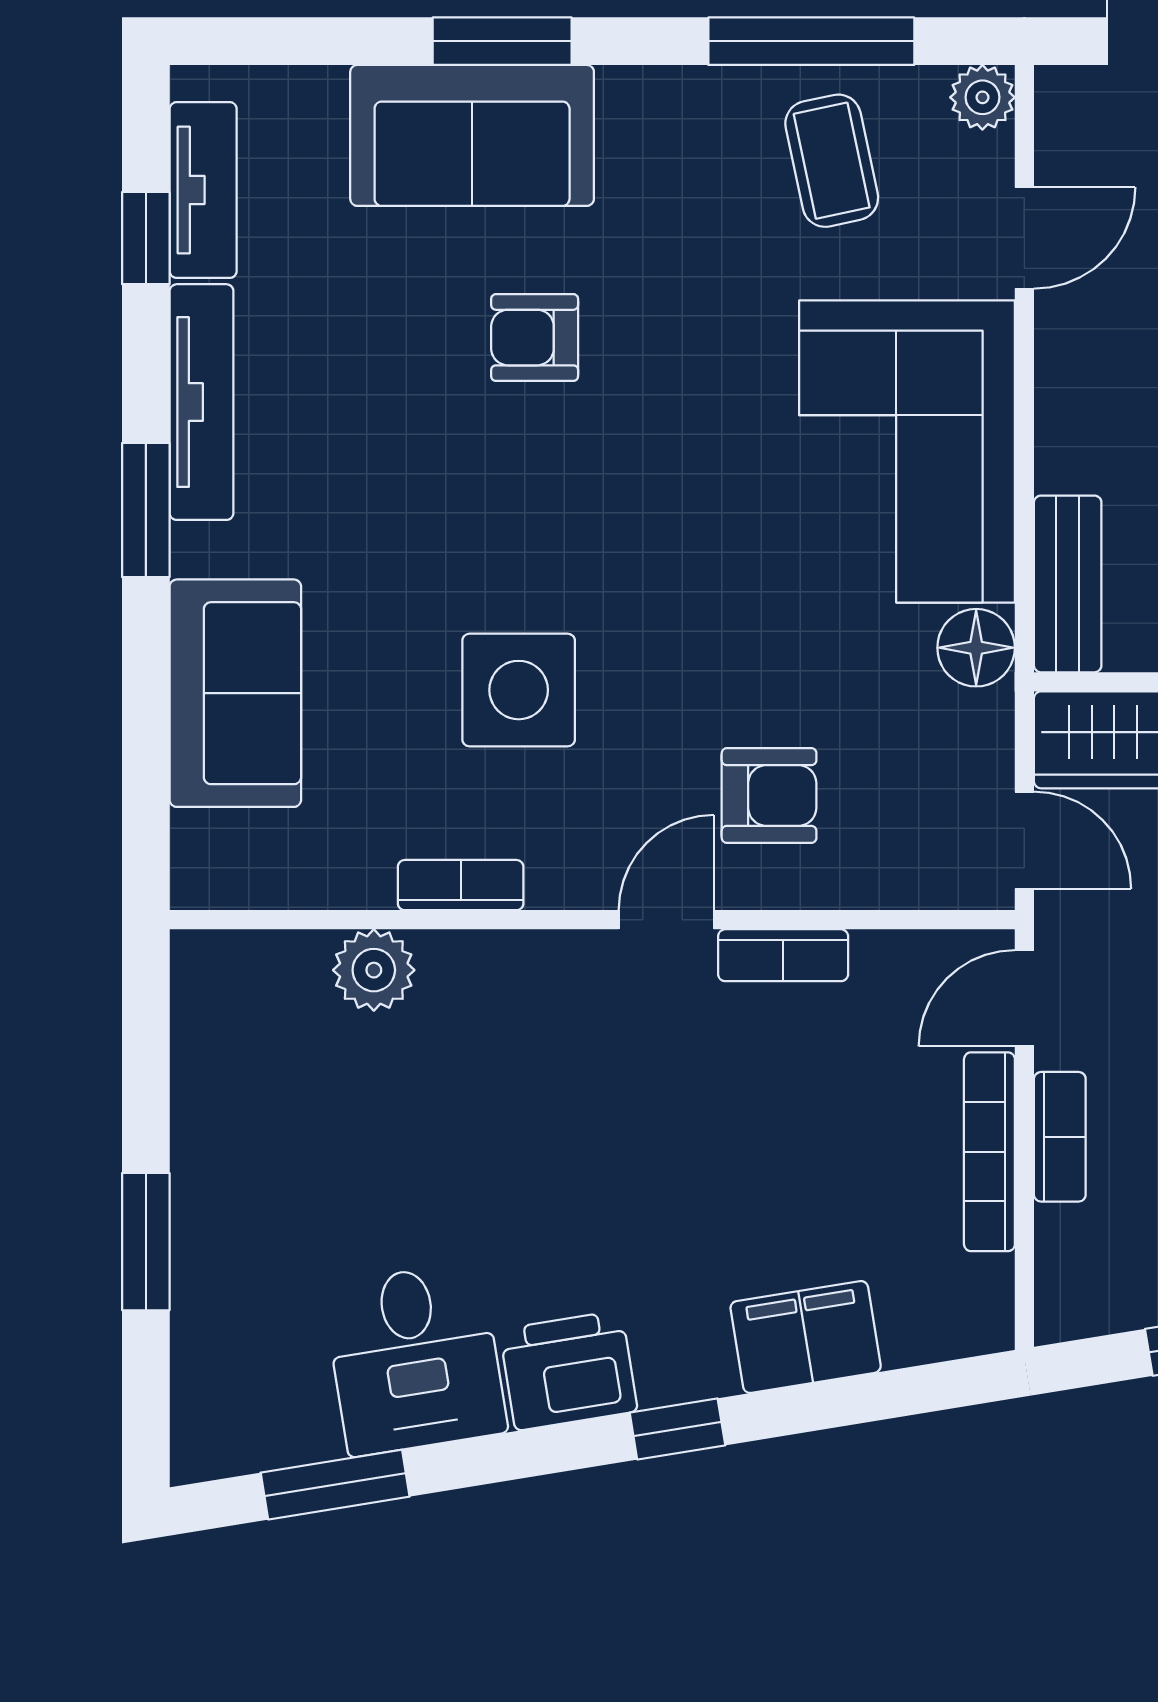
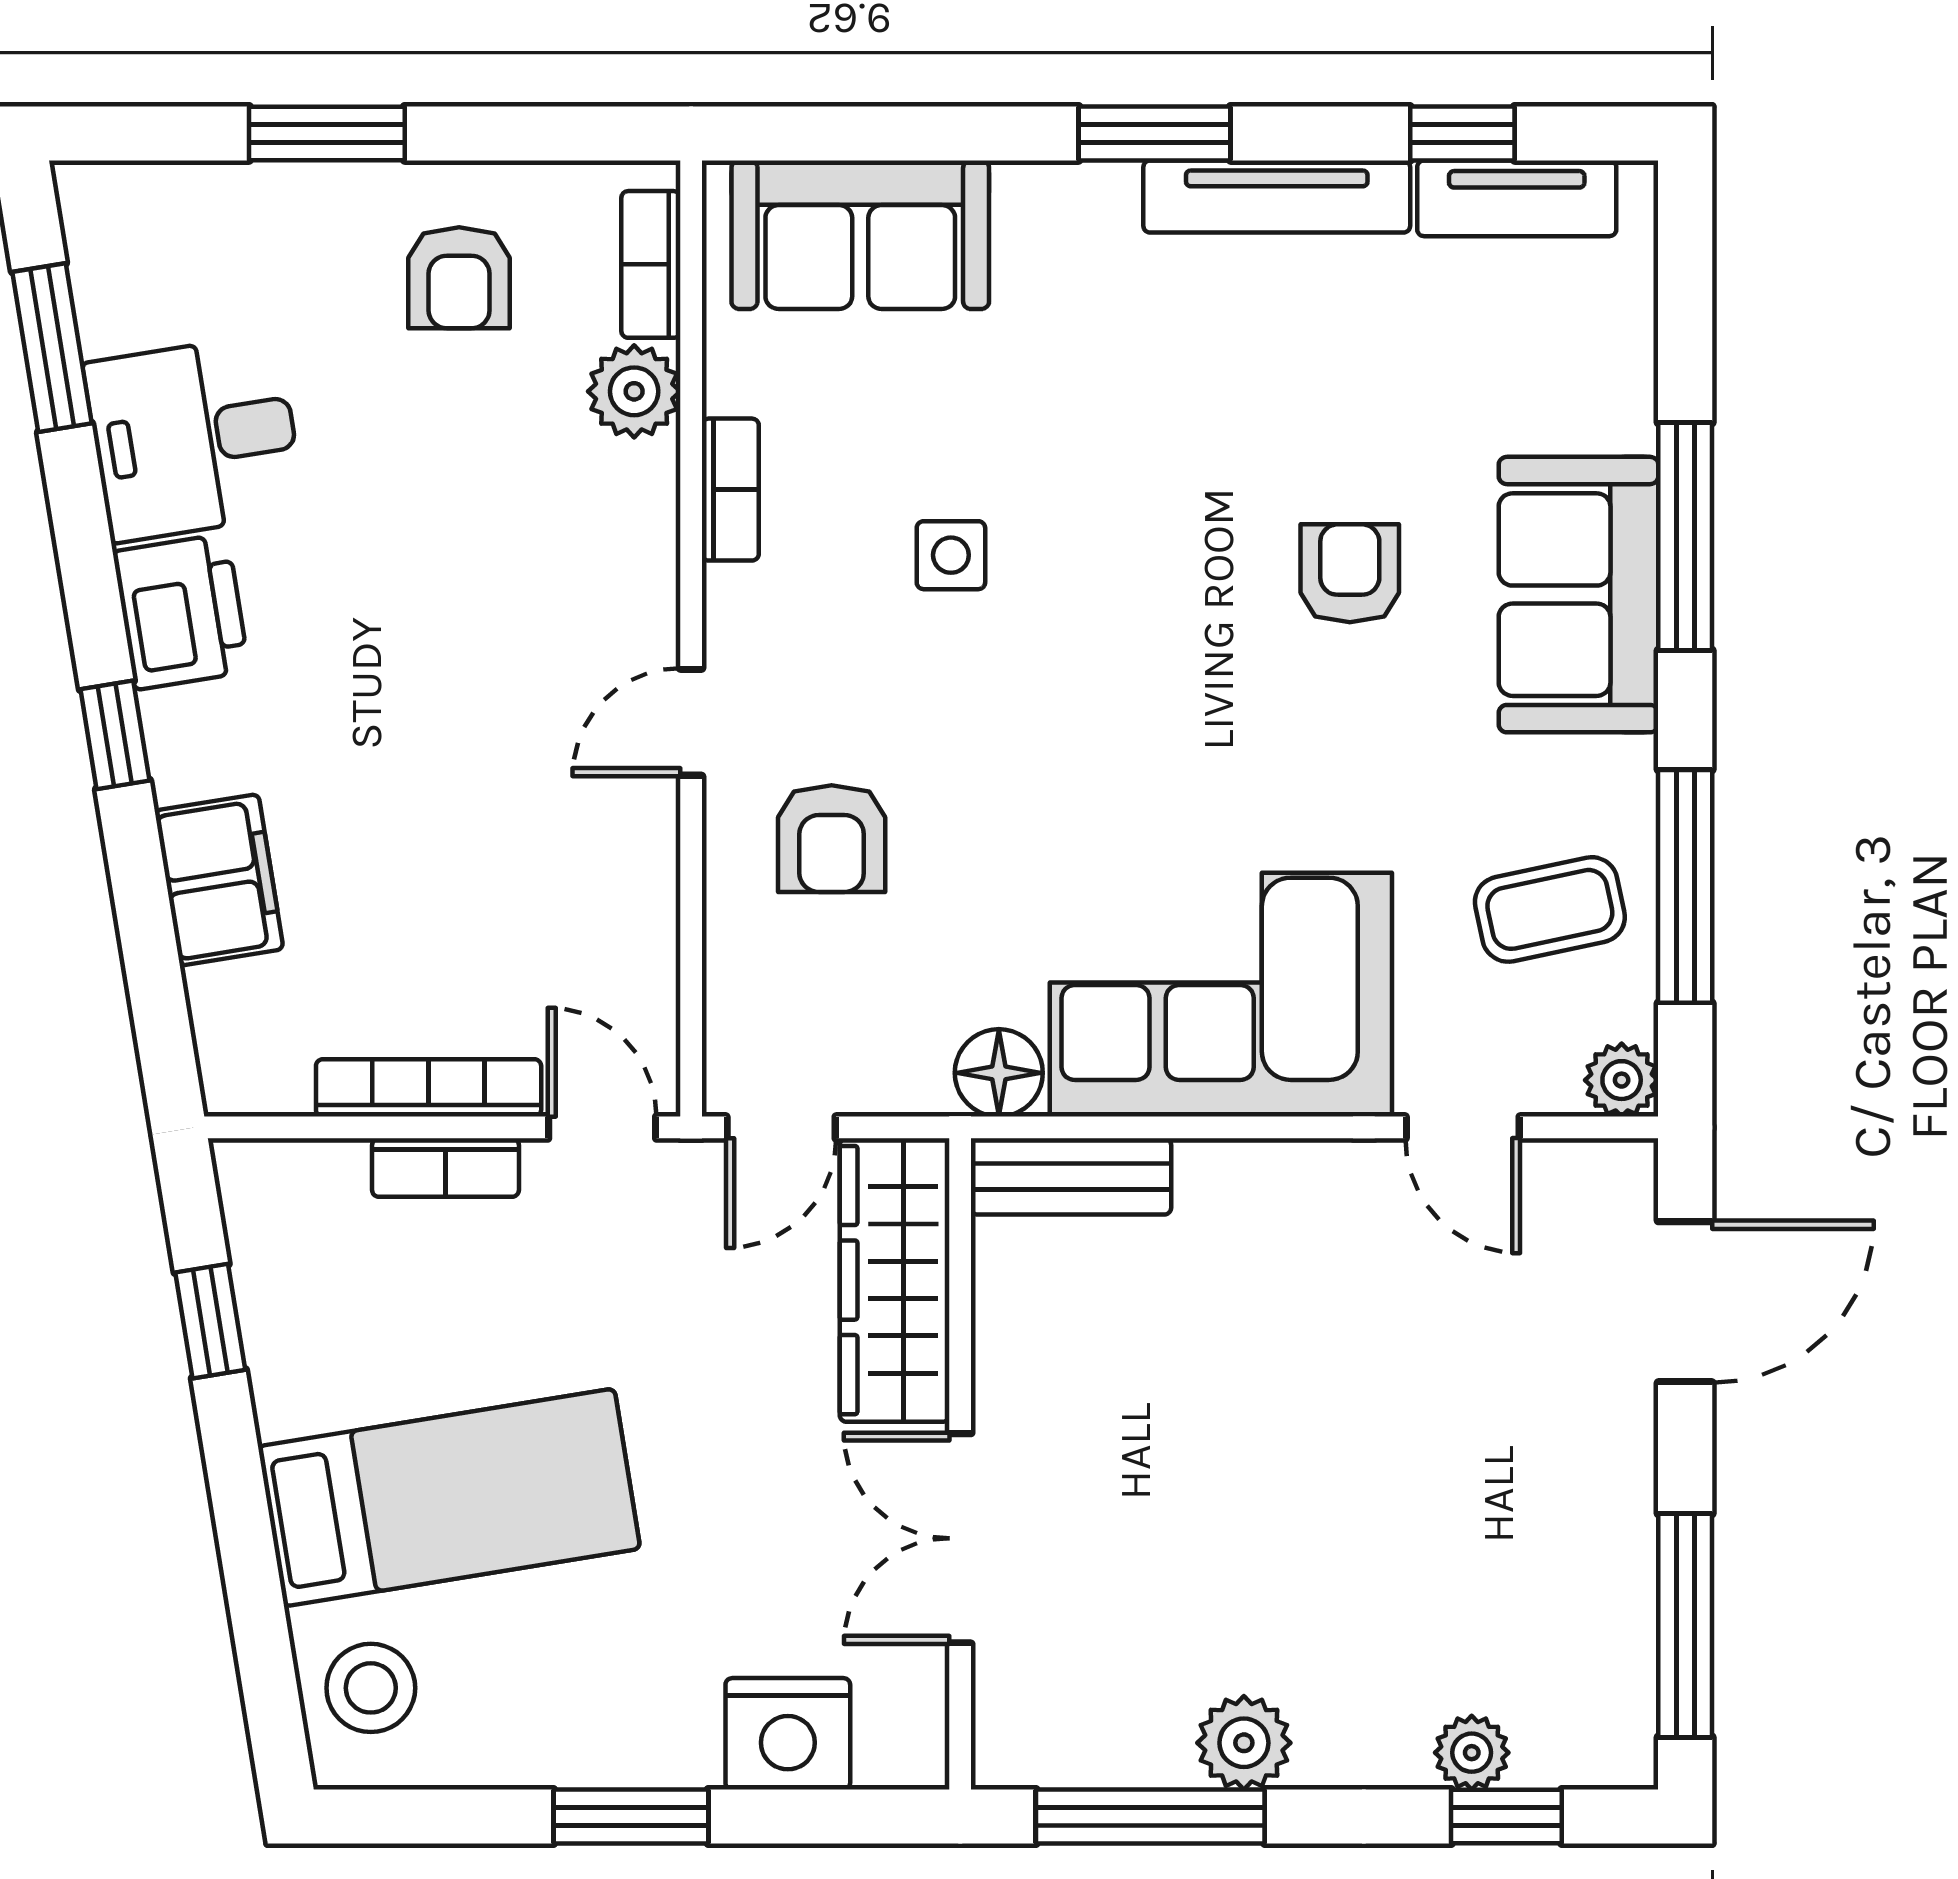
window: (502, 41) -> (1685, 537), width x1.44
sofa: (472, 135) -> (1578, 595), moved
side table: (519, 690) -> (951, 555), width x0.54, depth x0.54
sofa: (235, 693) -> (860, 235), moved
door: (666, 920) -> (691, 722), swing flipped
bookcase: (783, 955) -> (651, 264), moved
armchair: (273, 1125) -> (459, 278), added

